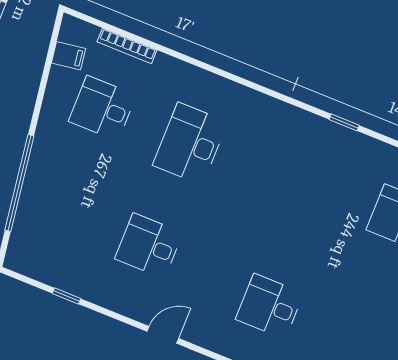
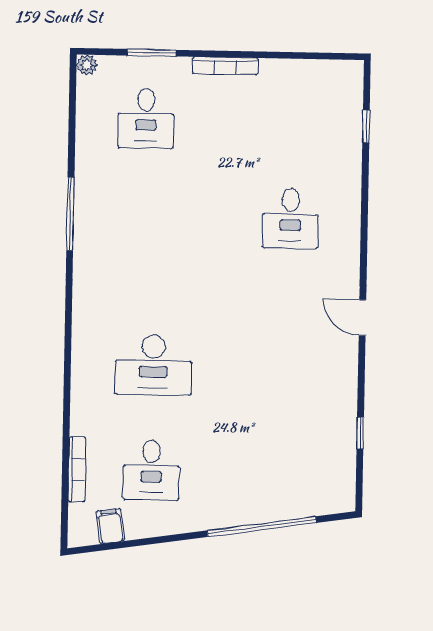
window: (344, 122) -> (70, 214), width x2.17
desk: (149, 246) -> (276, 368), removed

